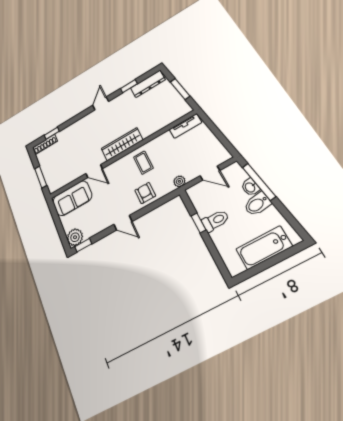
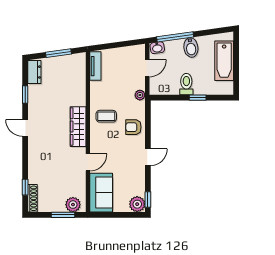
dresser: (148, 84) -> (34, 72), width x0.70
plant: (52, 180) -> (73, 205), added
washbasin: (250, 187) -> (157, 48), moved
window: (198, 223) -> (198, 98), moved

